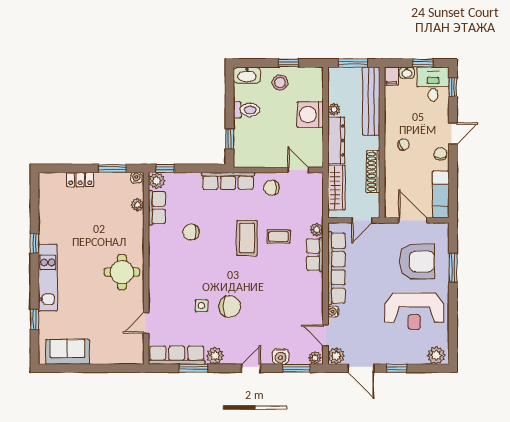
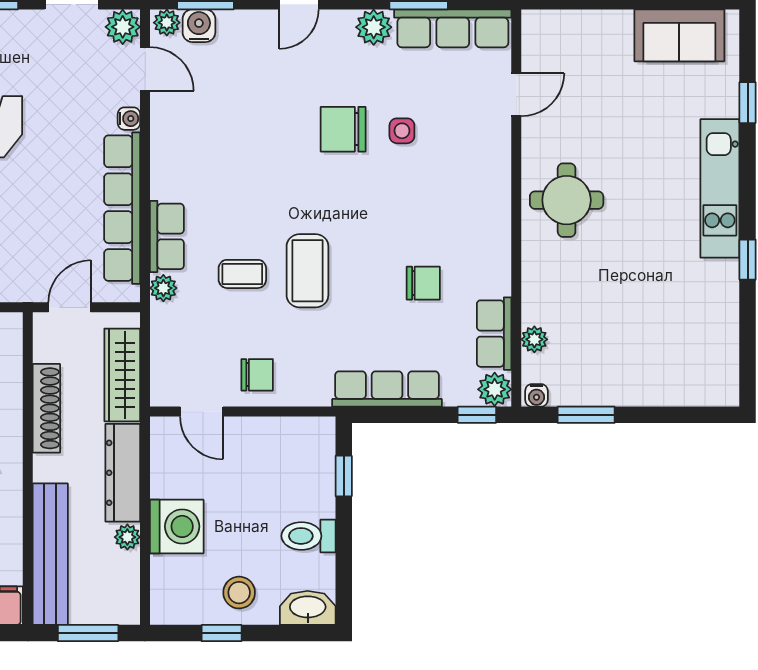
locker: (80, 180) -> (653, 392), removed
row of seats: (228, 181) -> (387, 389), moved
water cooler: (281, 356) -> (199, 26), moved

